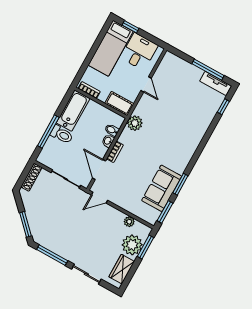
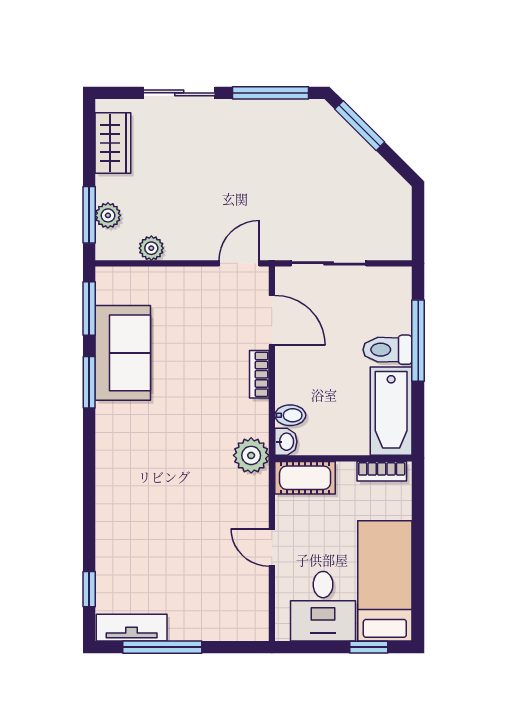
washbasin: (108, 141) -> (286, 442), moved
shoe rack: (31, 177) -> (401, 228), removed
plant: (132, 245) -> (108, 215), width x0.53, depth x0.53

